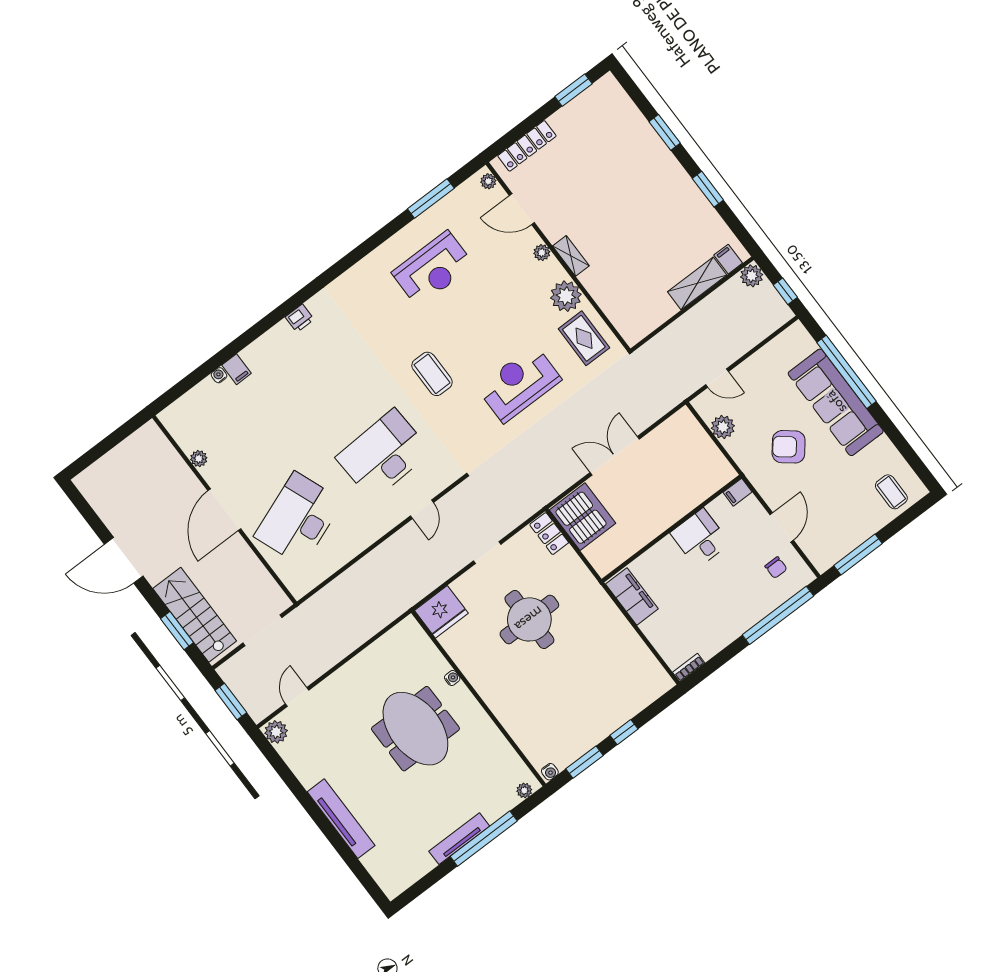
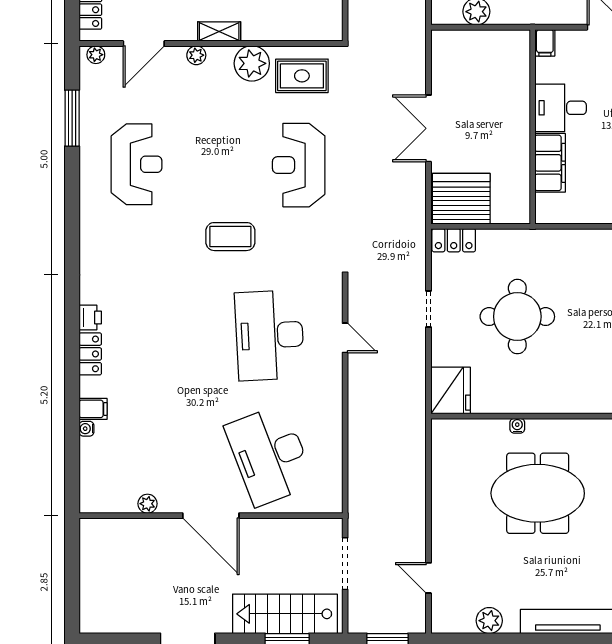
locker: (274, 338) -> (90, 354), added
filing cabinet: (632, 596) -> (550, 163), moved, turned 90
plant: (276, 732) -> (489, 621), moved

